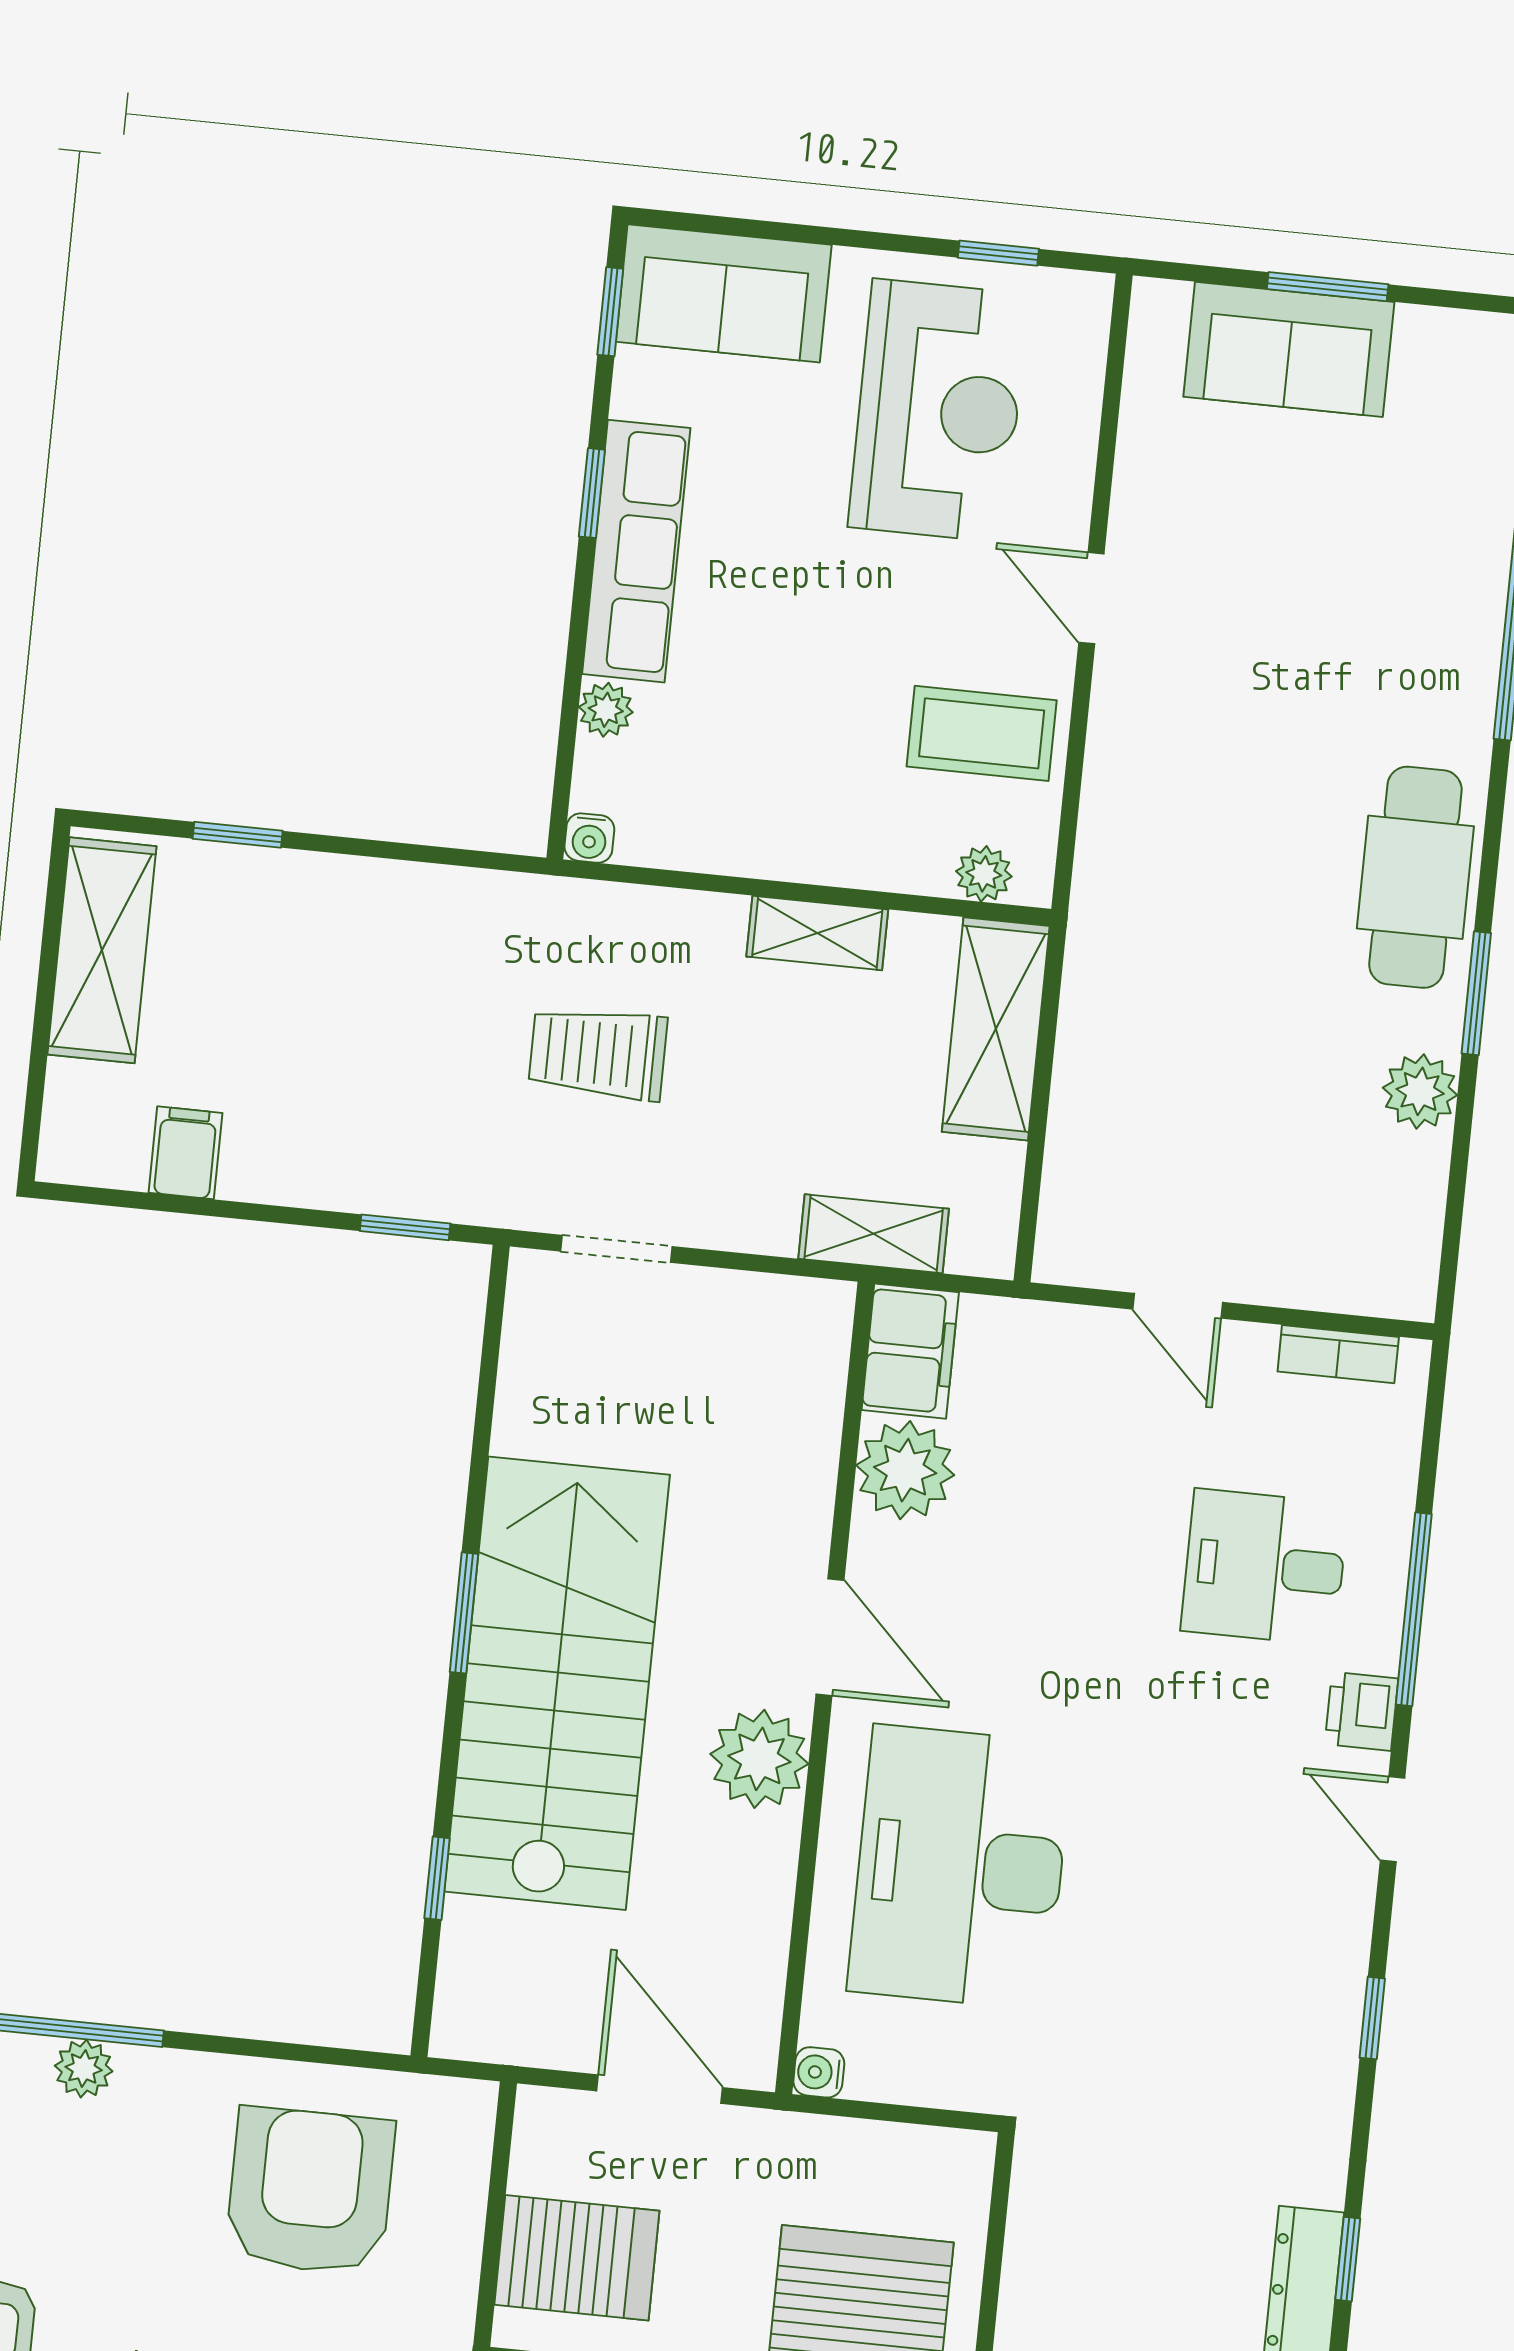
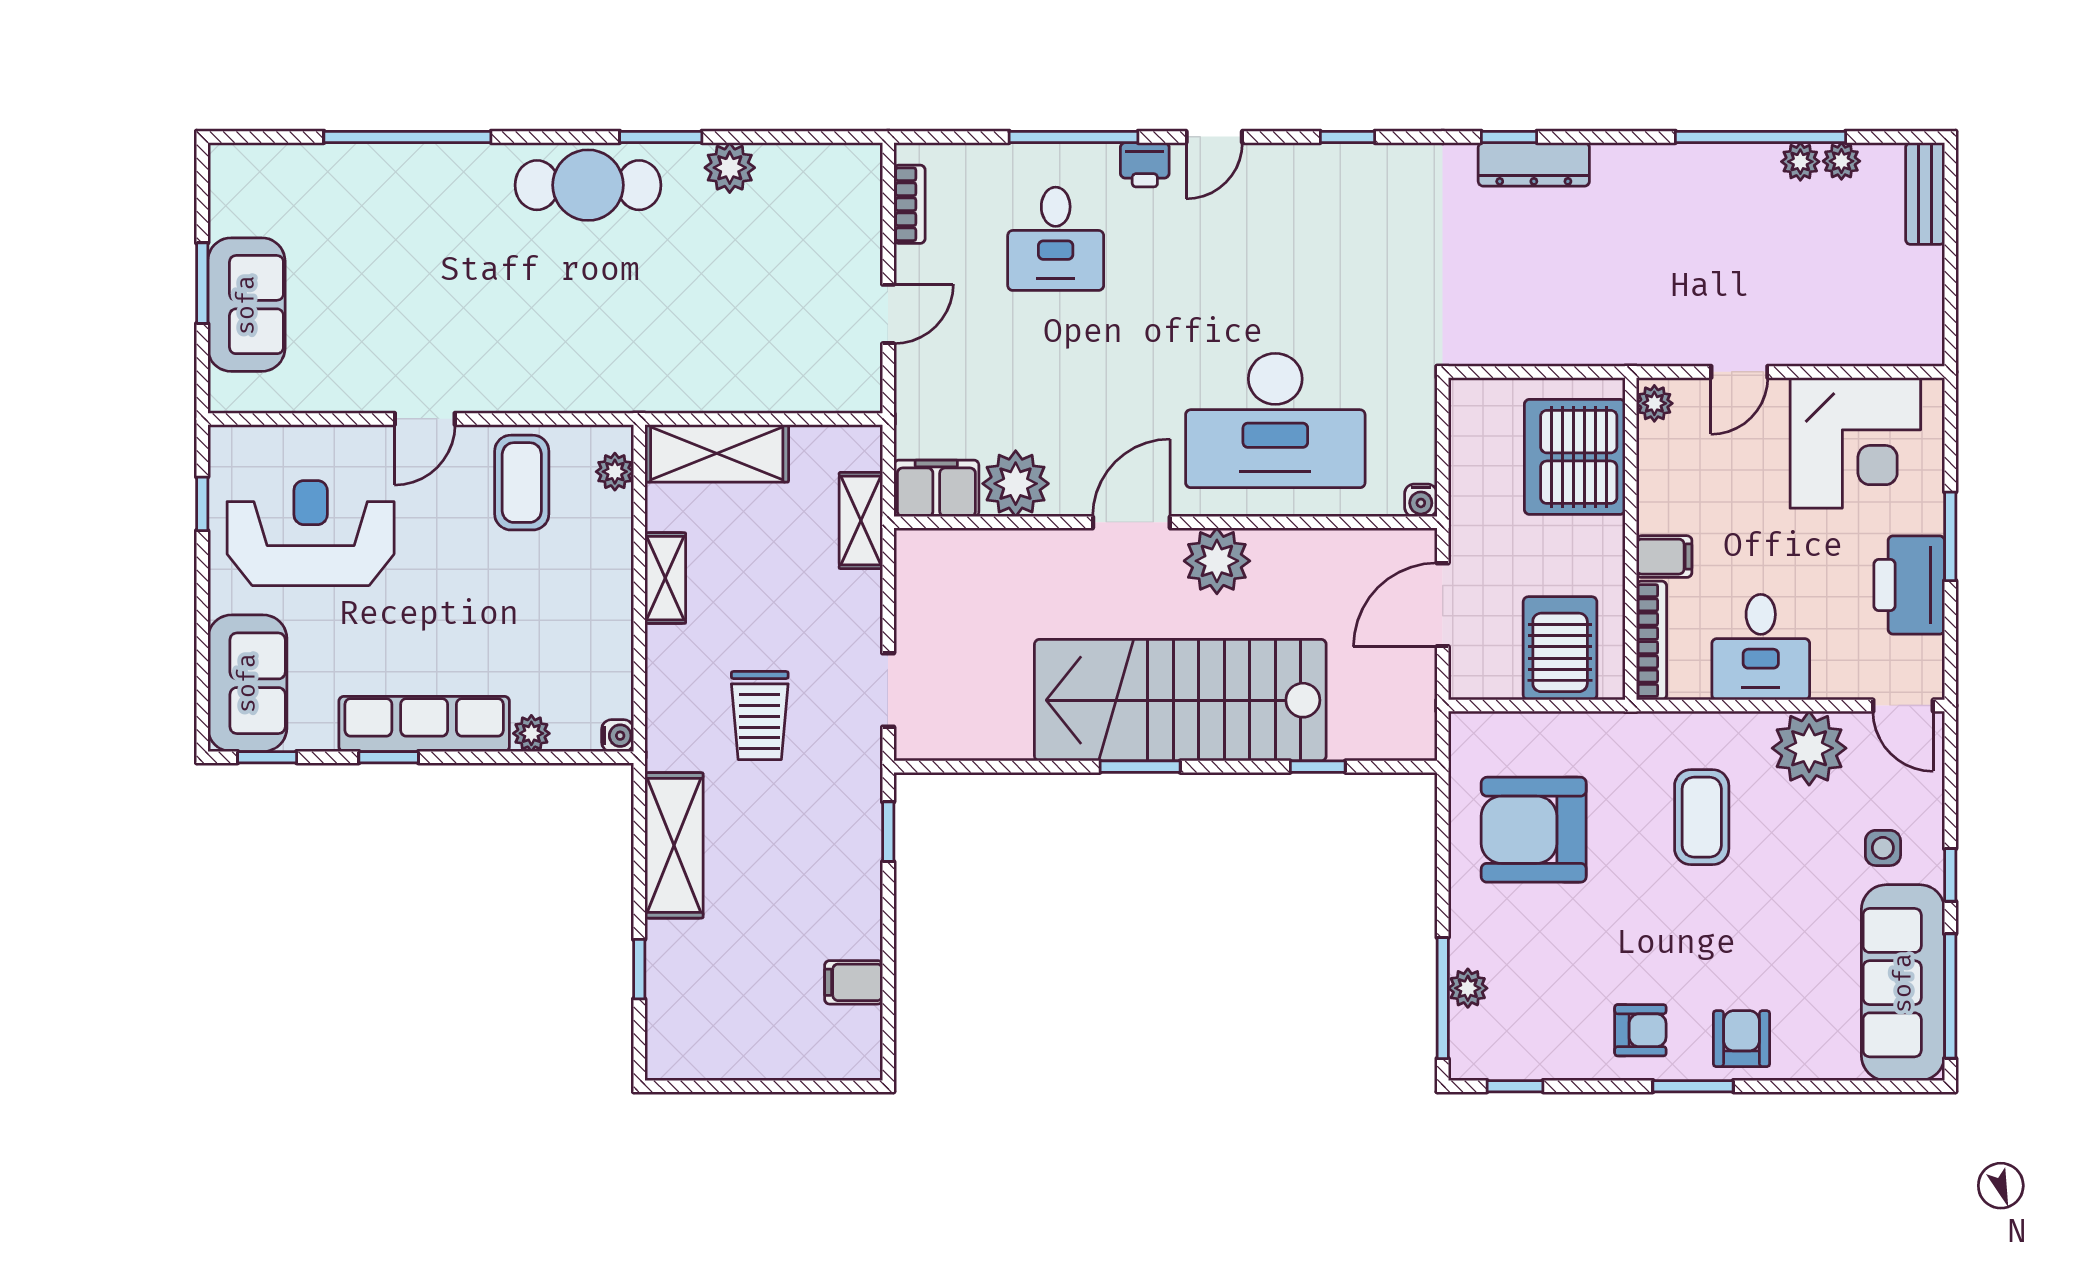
shelving: (102, 950) -> (674, 845), moved, turned 90

